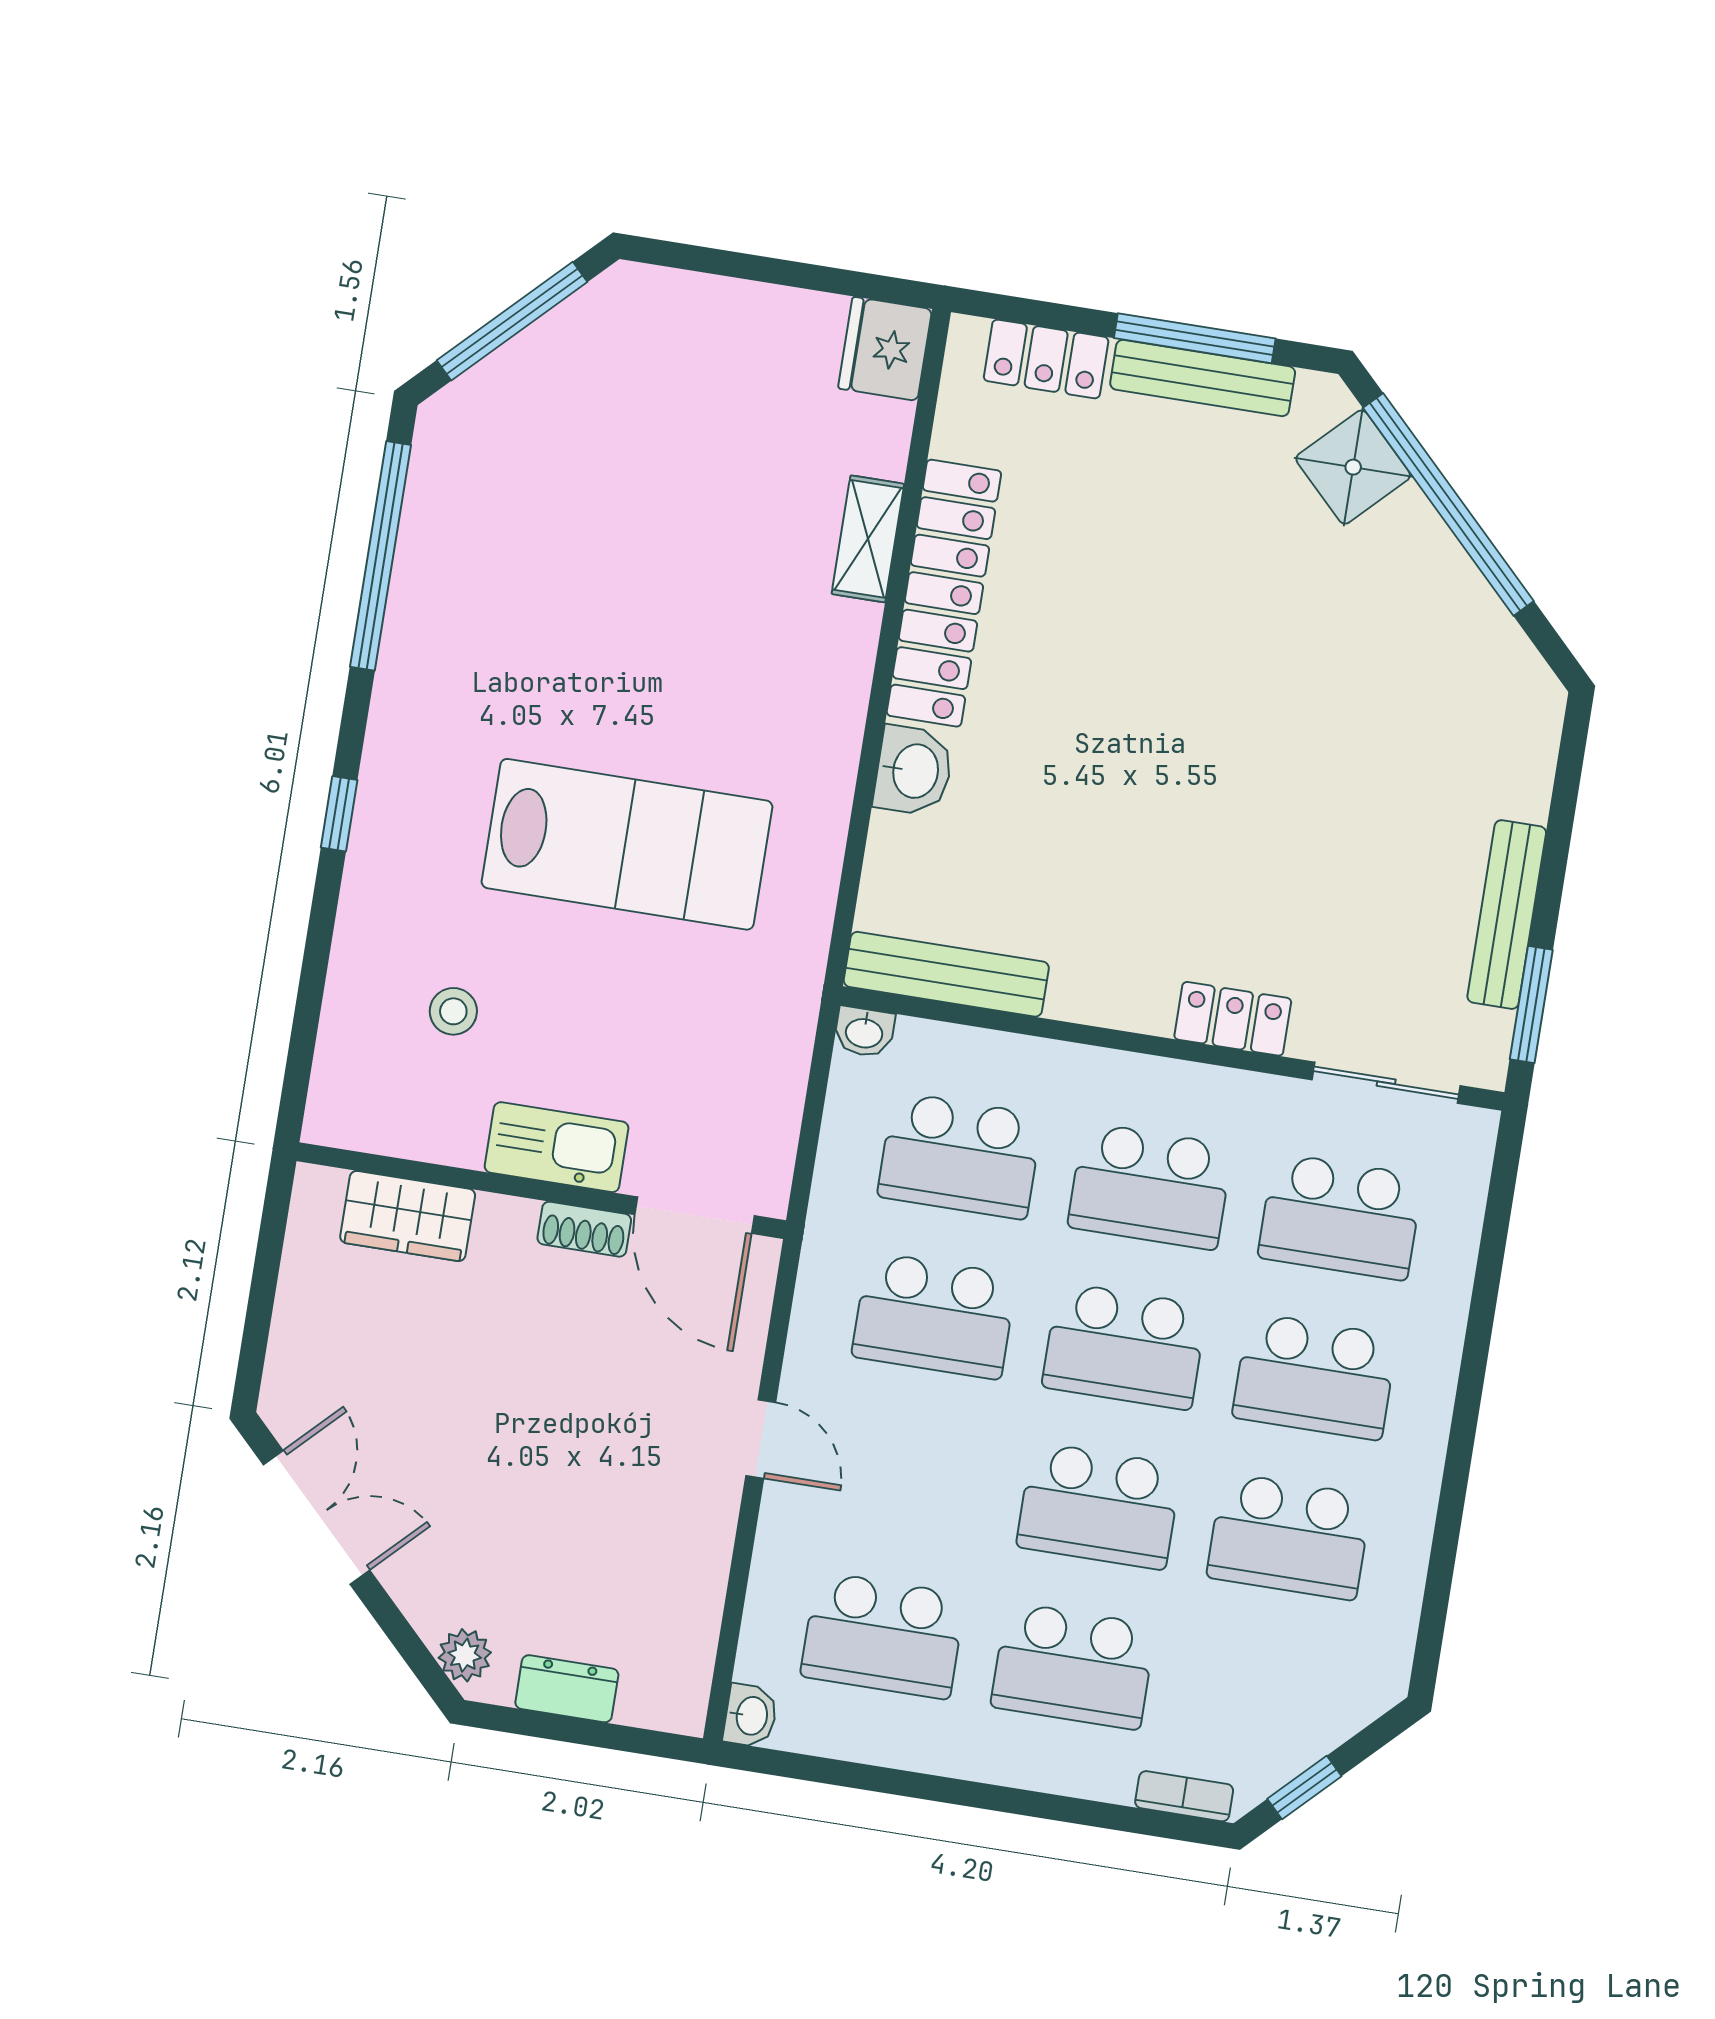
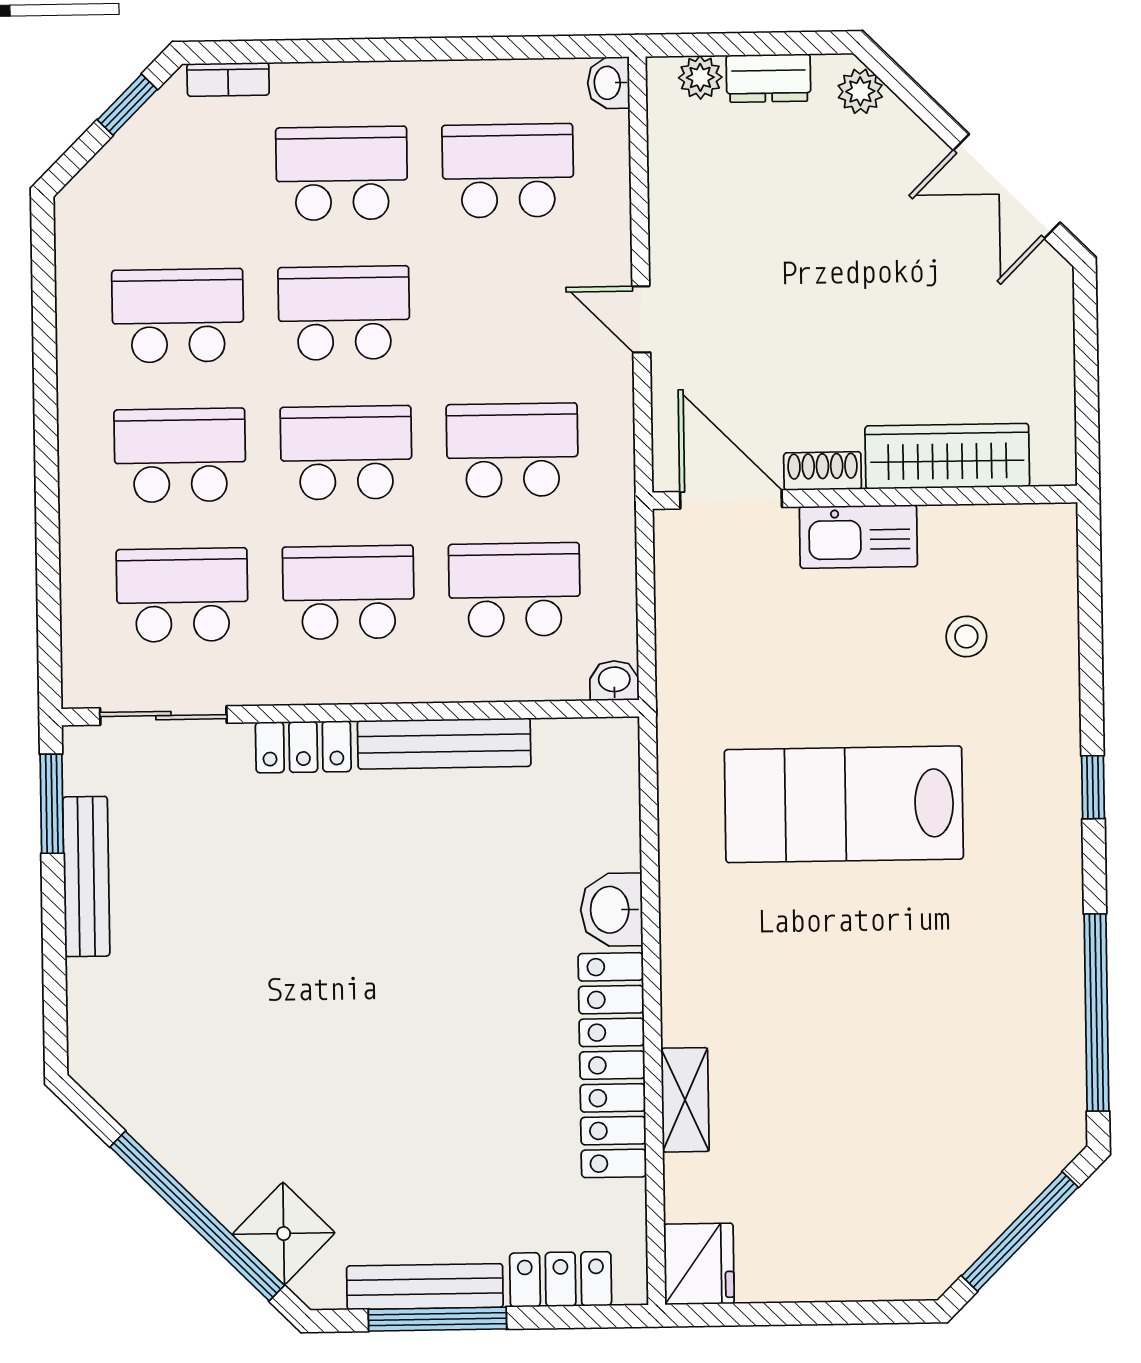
bench: (946, 974) -> (444, 744), moved
wardrobe: (408, 1216) -> (947, 456), width x1.50
plant: (645, 1703) -> (700, 77), added

